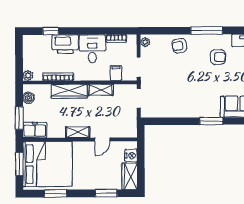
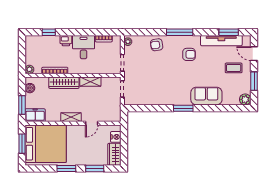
printer: (65, 44) -> (66, 41), width x0.53, depth x0.68
filing cabinet: (116, 73) -> (103, 67), removed
window: (56, 194) -> (66, 169), moved

